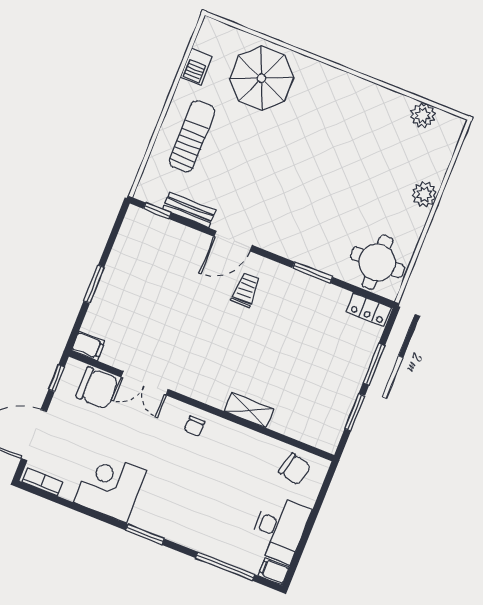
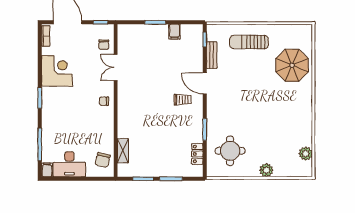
barbecue: (196, 67) -> (285, 30), removed
sun lounger: (192, 136) -> (249, 42), turned 180
round table: (377, 262) -> (230, 151), moved
locker: (369, 310) -> (197, 154), moved
filing cabinet: (88, 346) -> (175, 32), moved
chair: (97, 388) -> (104, 45), width x0.54, depth x0.54
shelving: (249, 410) -> (123, 151), moved

